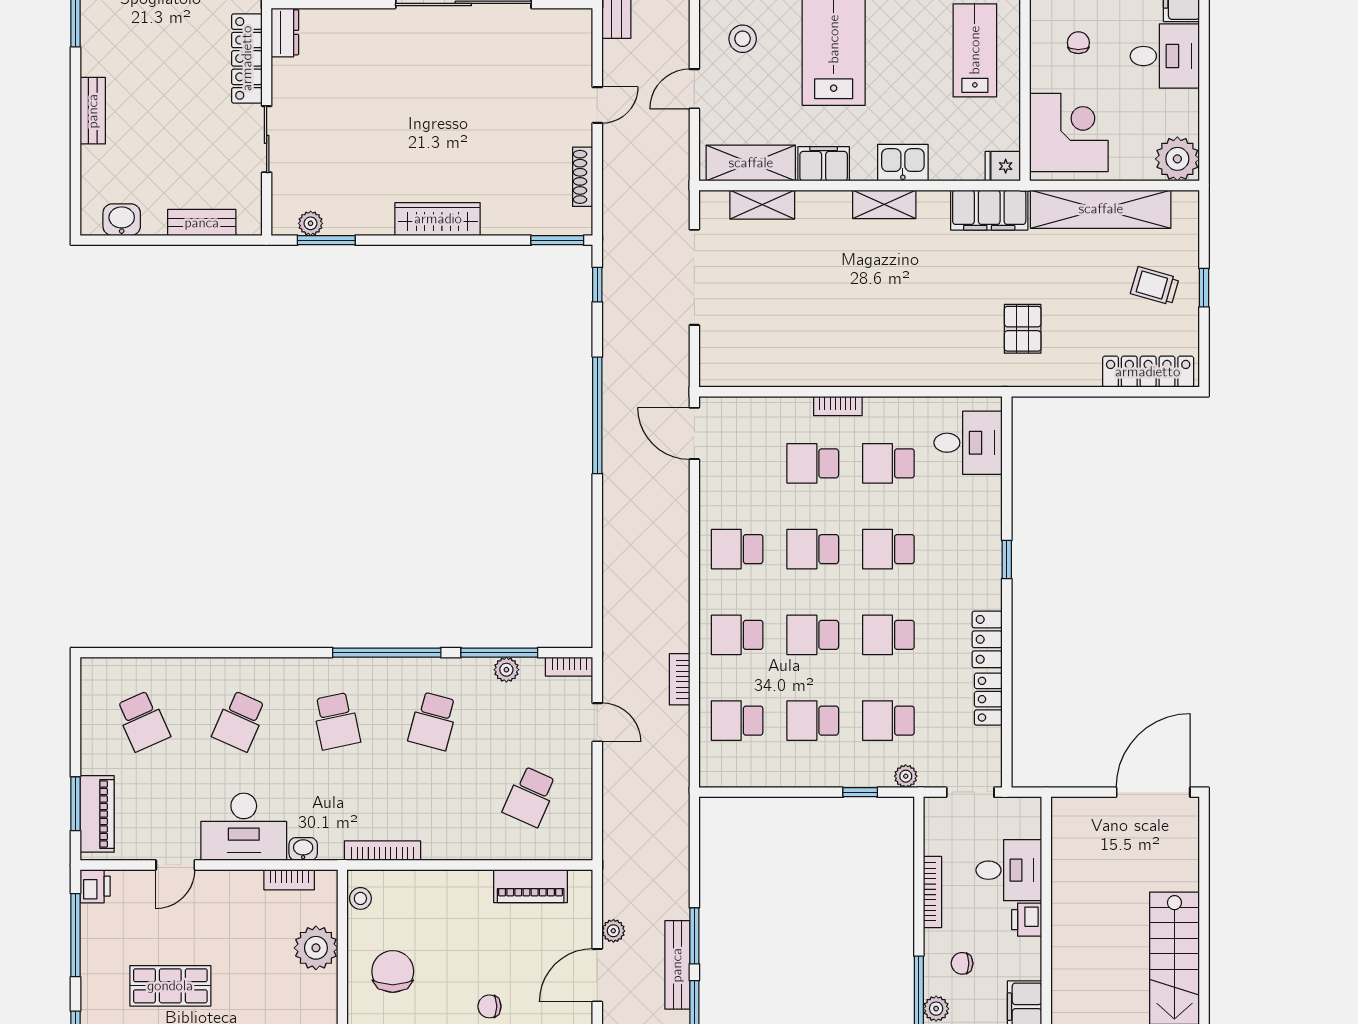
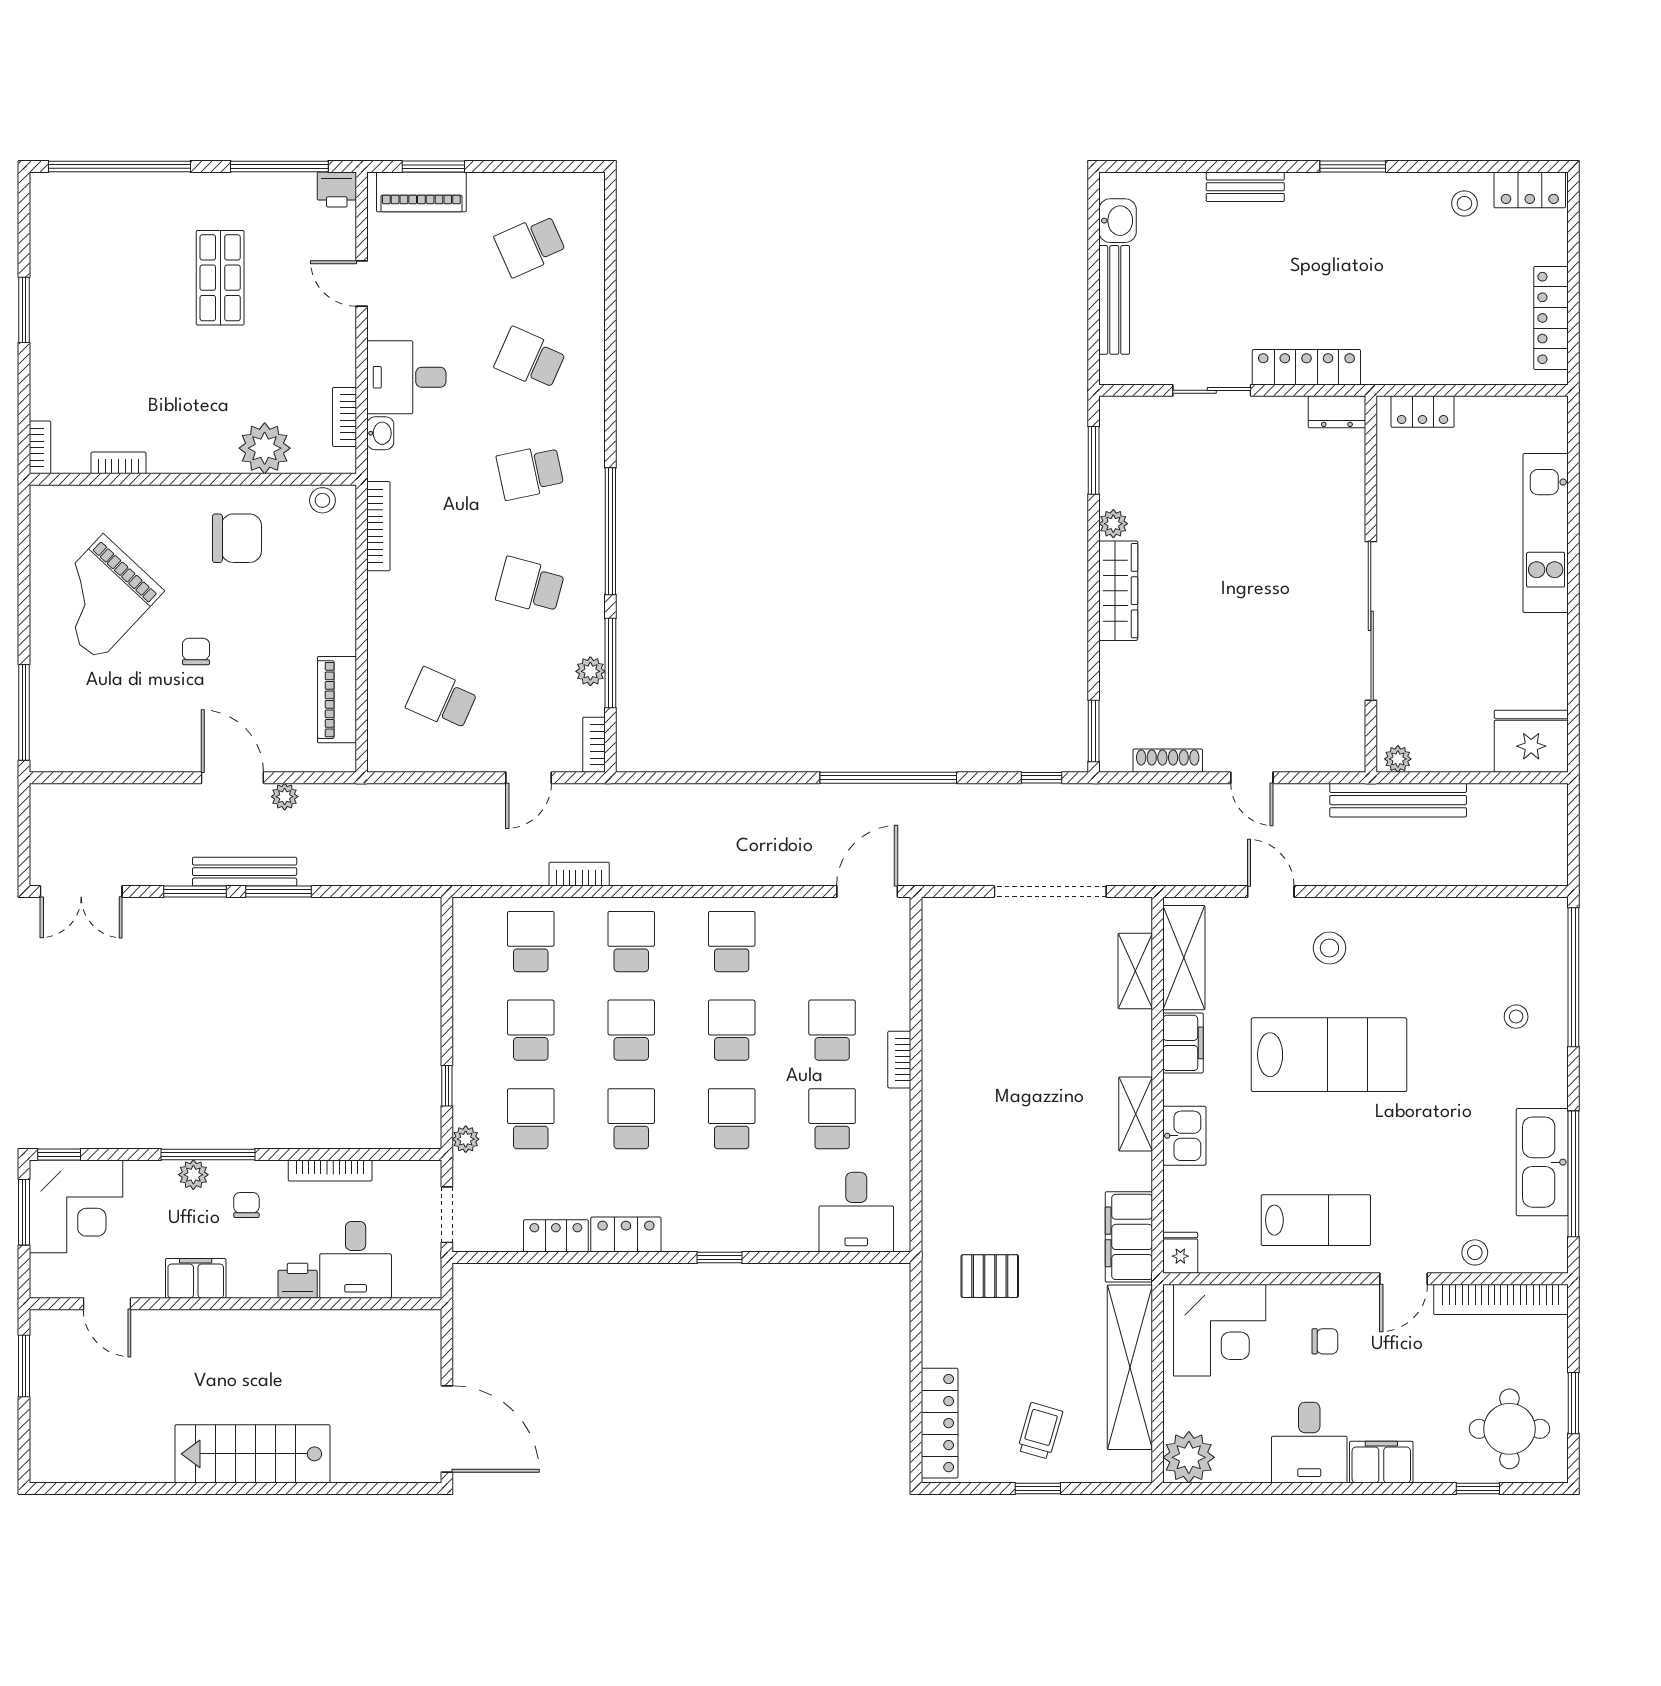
bench: (202, 223) -> (1114, 300), width x1.36
plant: (311, 223) -> (1113, 524), moved
desk: (244, 827) -> (406, 377), width x0.73

